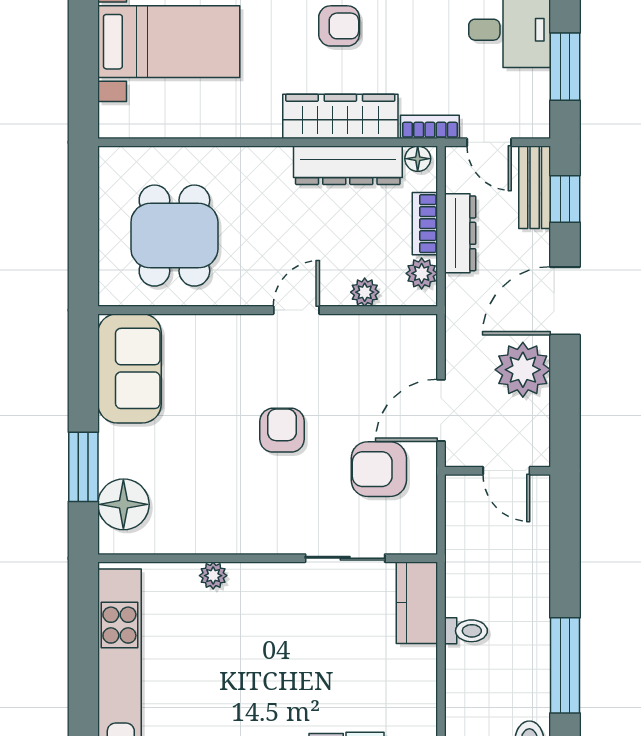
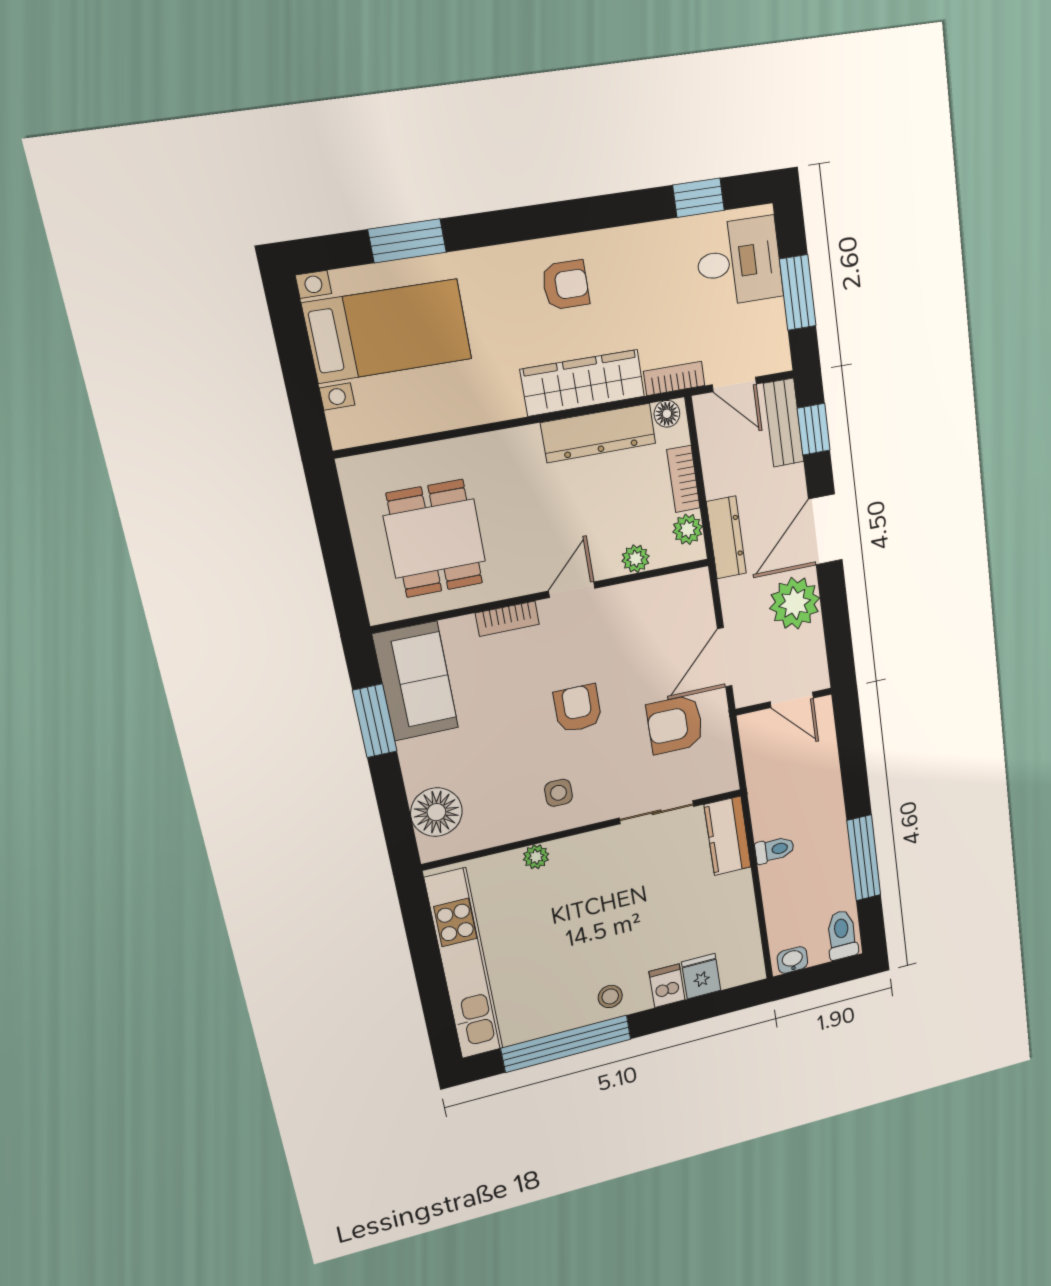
dresser: (460, 233) -> (726, 538), moved
bookcase: (229, 326) -> (507, 619), added
window: (83, 467) -> (375, 721), moved
side table: (248, 513) -> (558, 793), added

